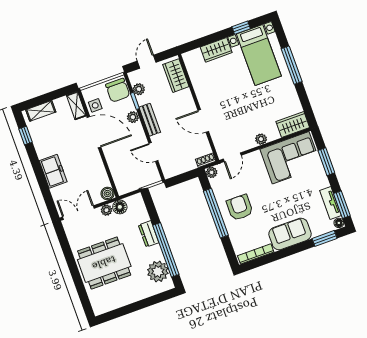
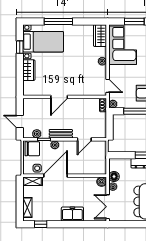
wardrobe: (176, 76) -> (37, 105), removed
door: (203, 121) -> (59, 97), moved

